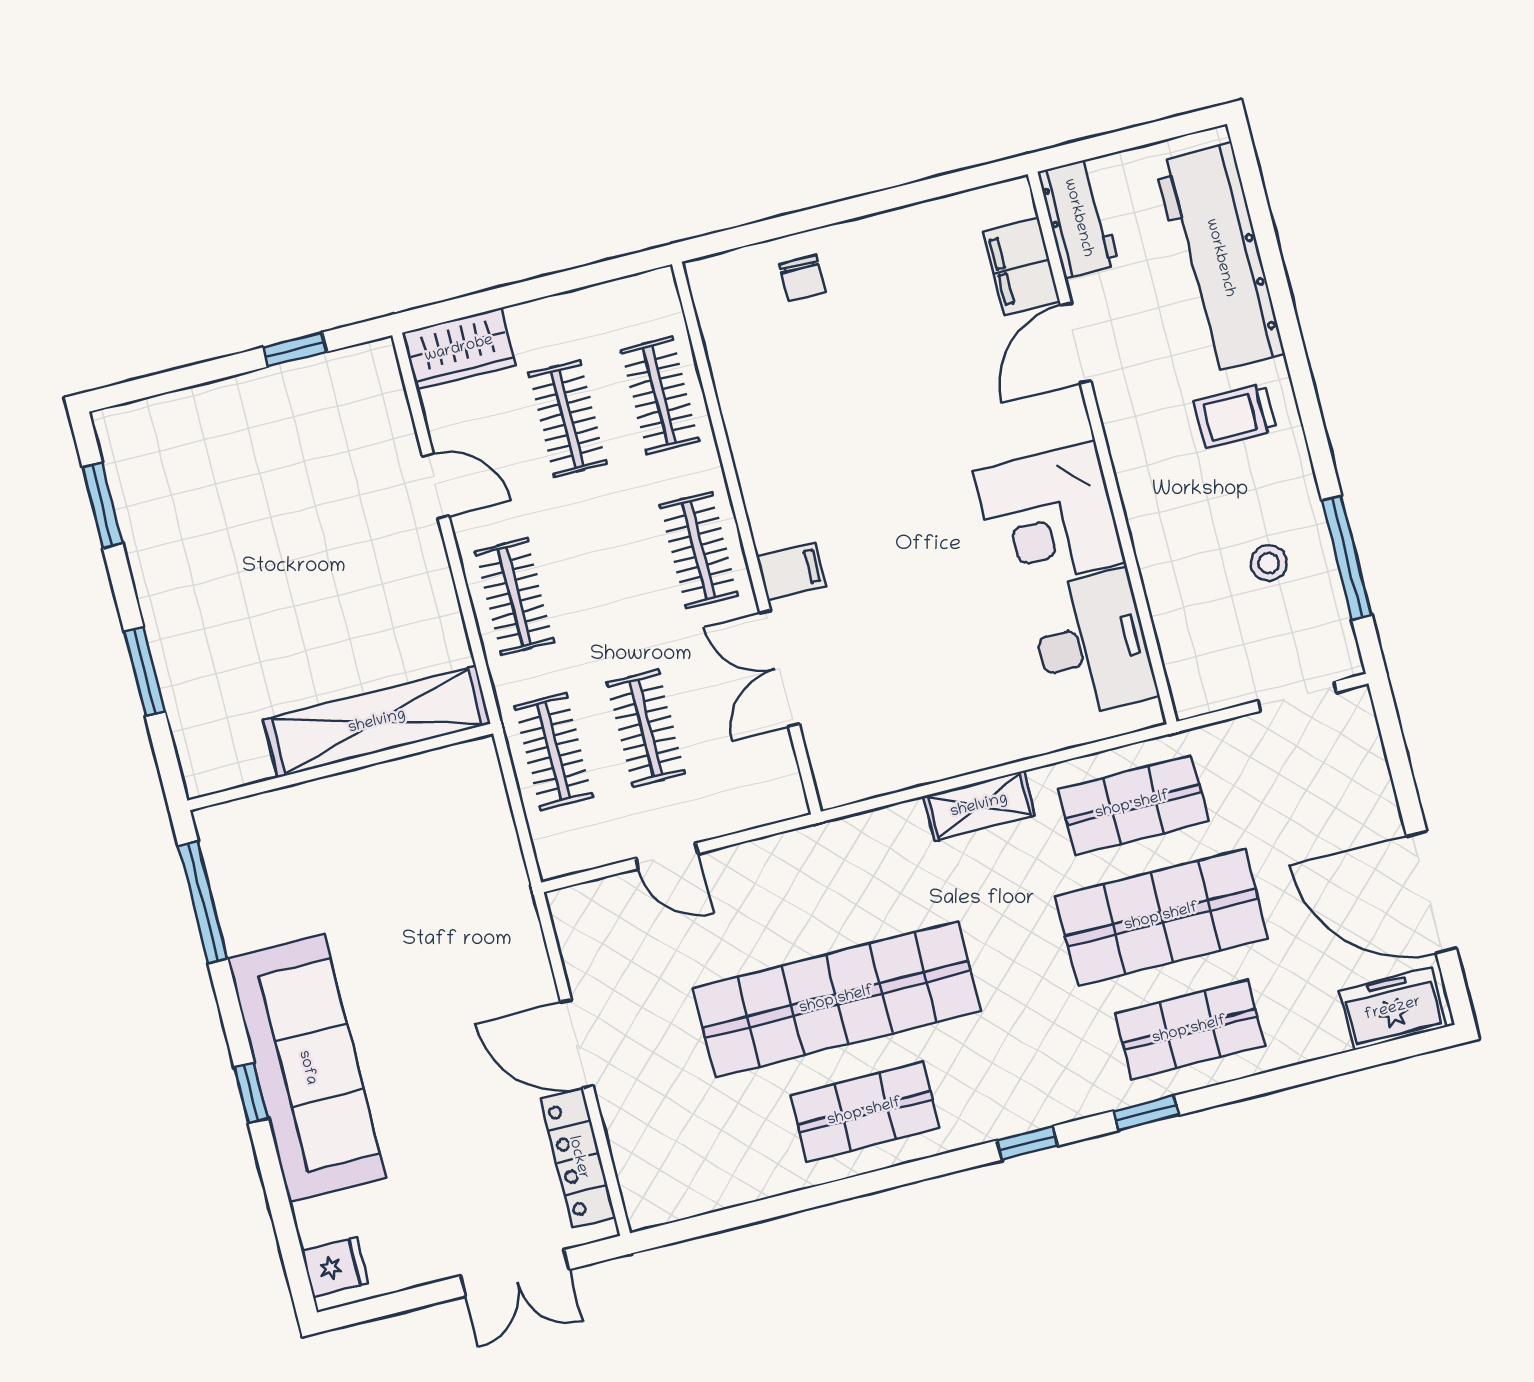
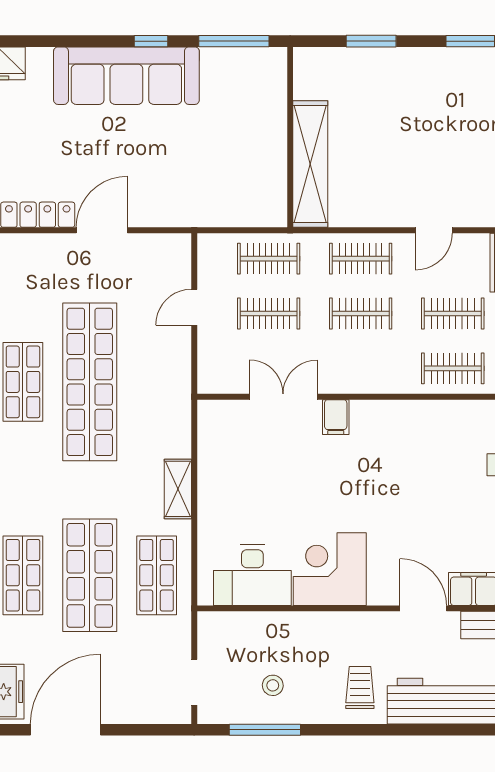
clothes rail: (699, 550) -> (361, 313), moved
window: (251, 1093) -> (151, 41), moved

